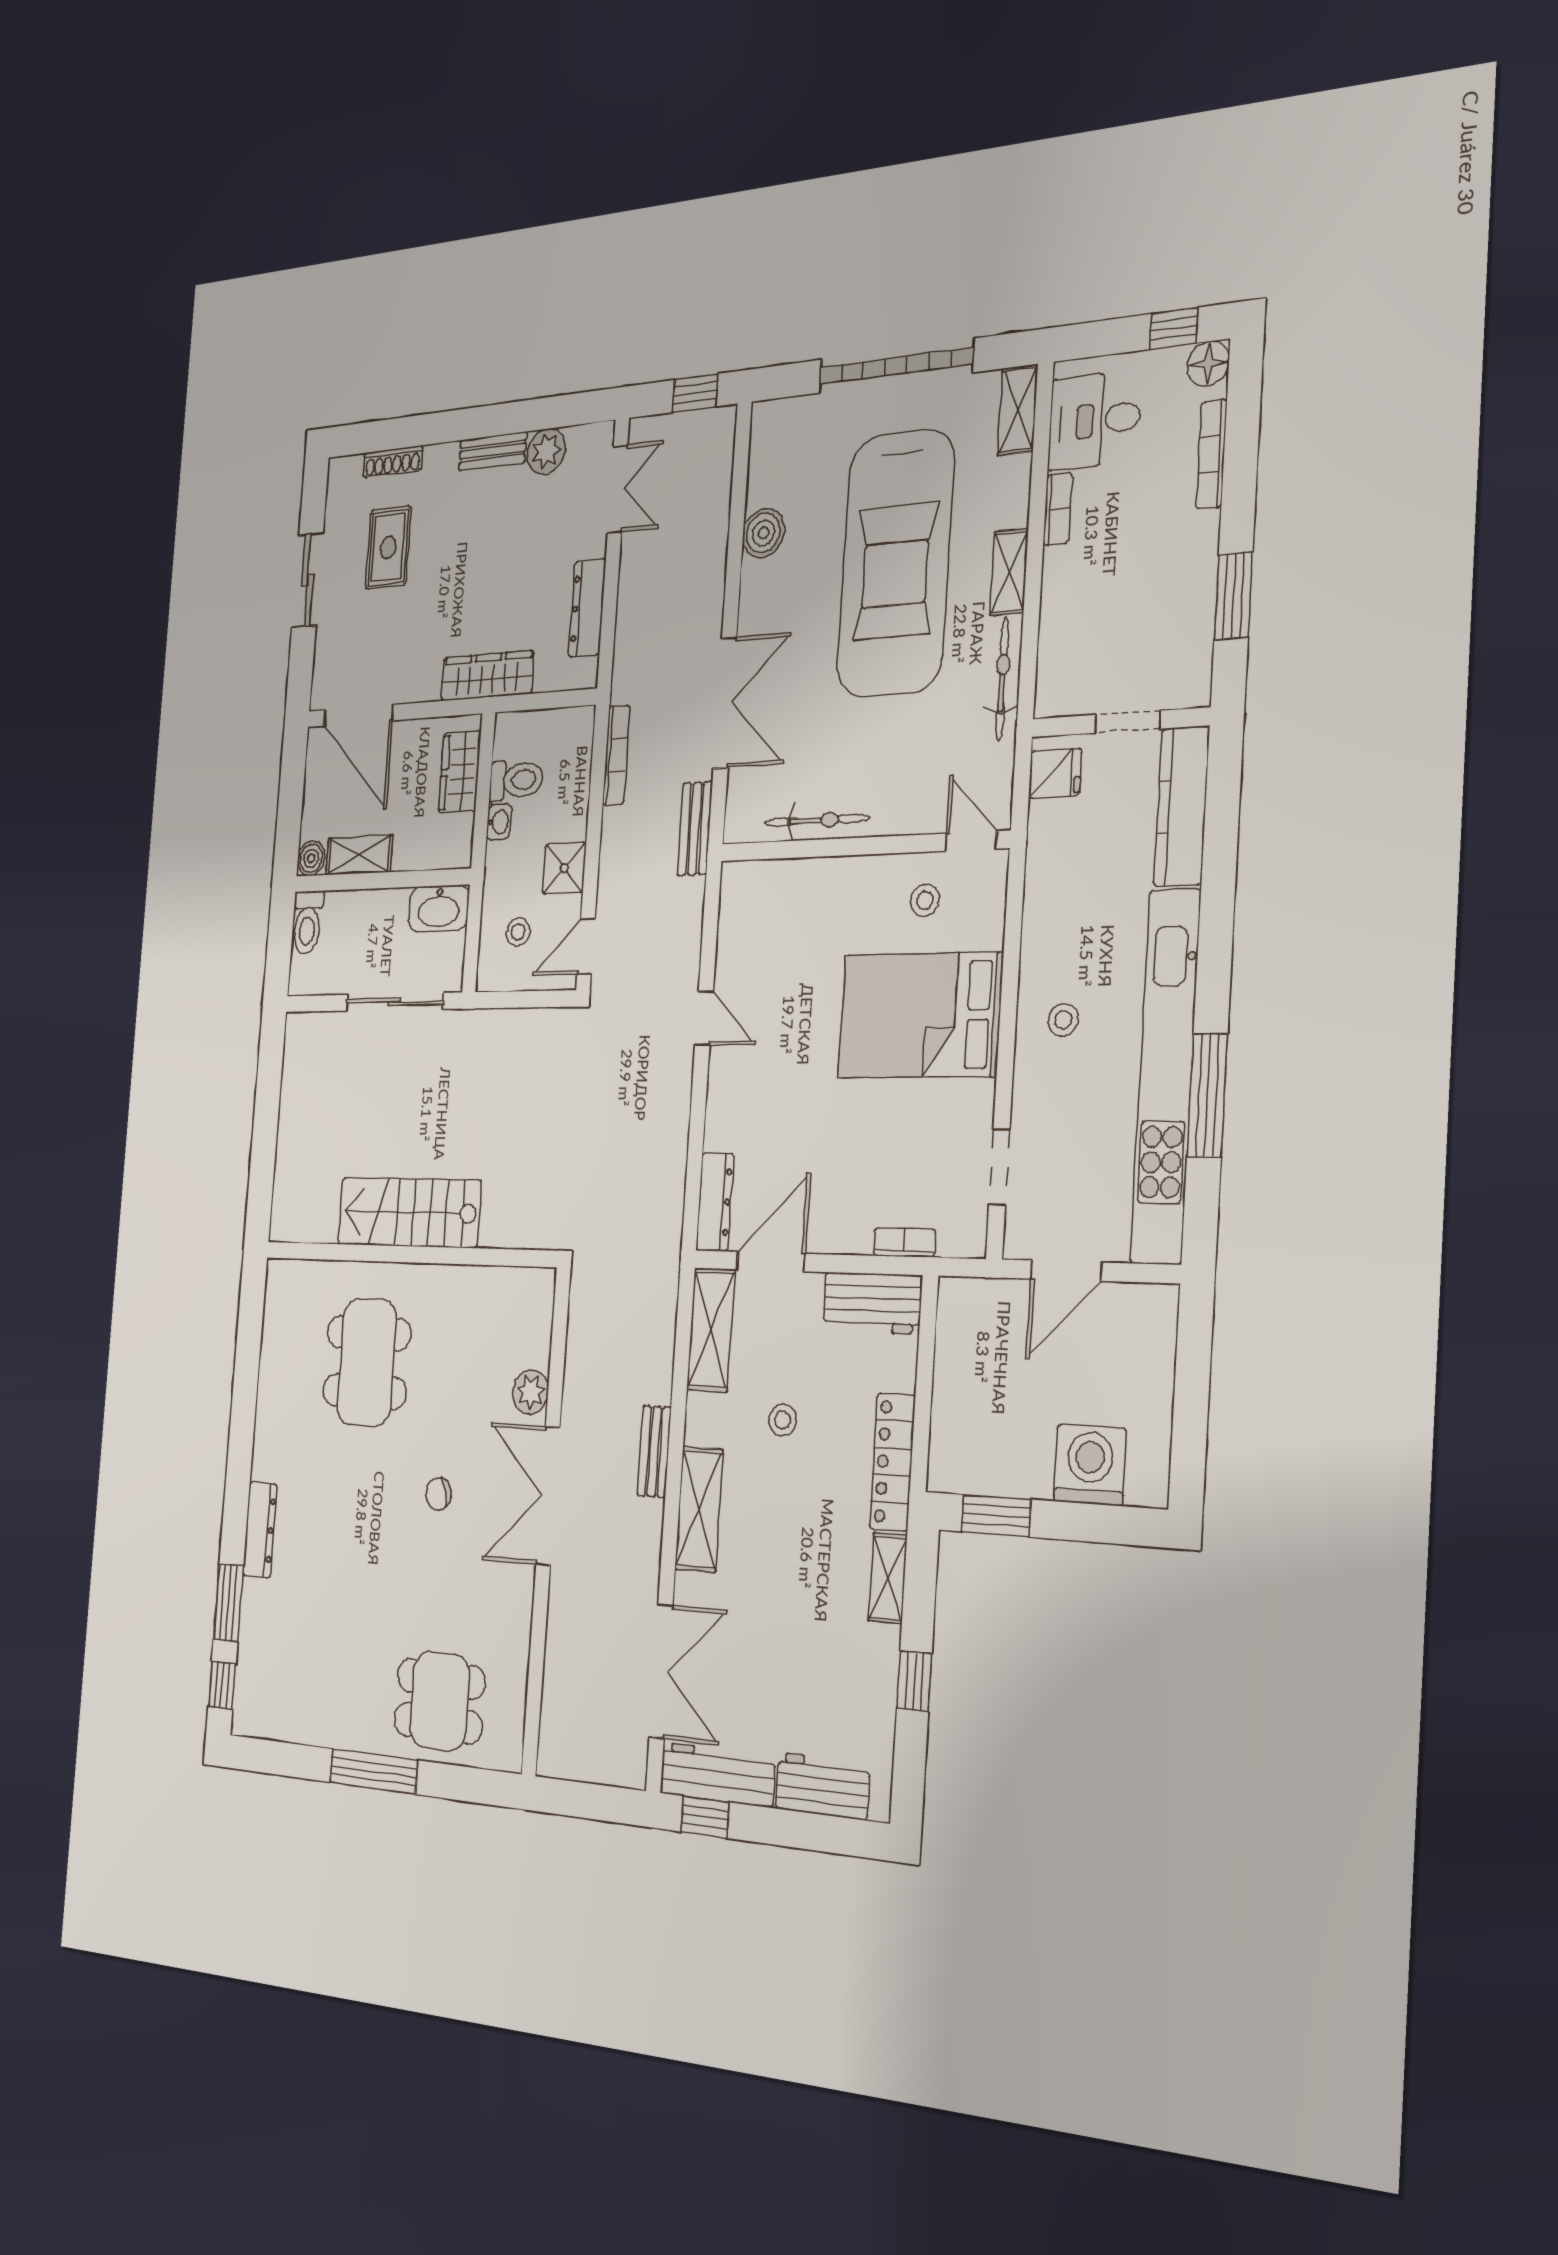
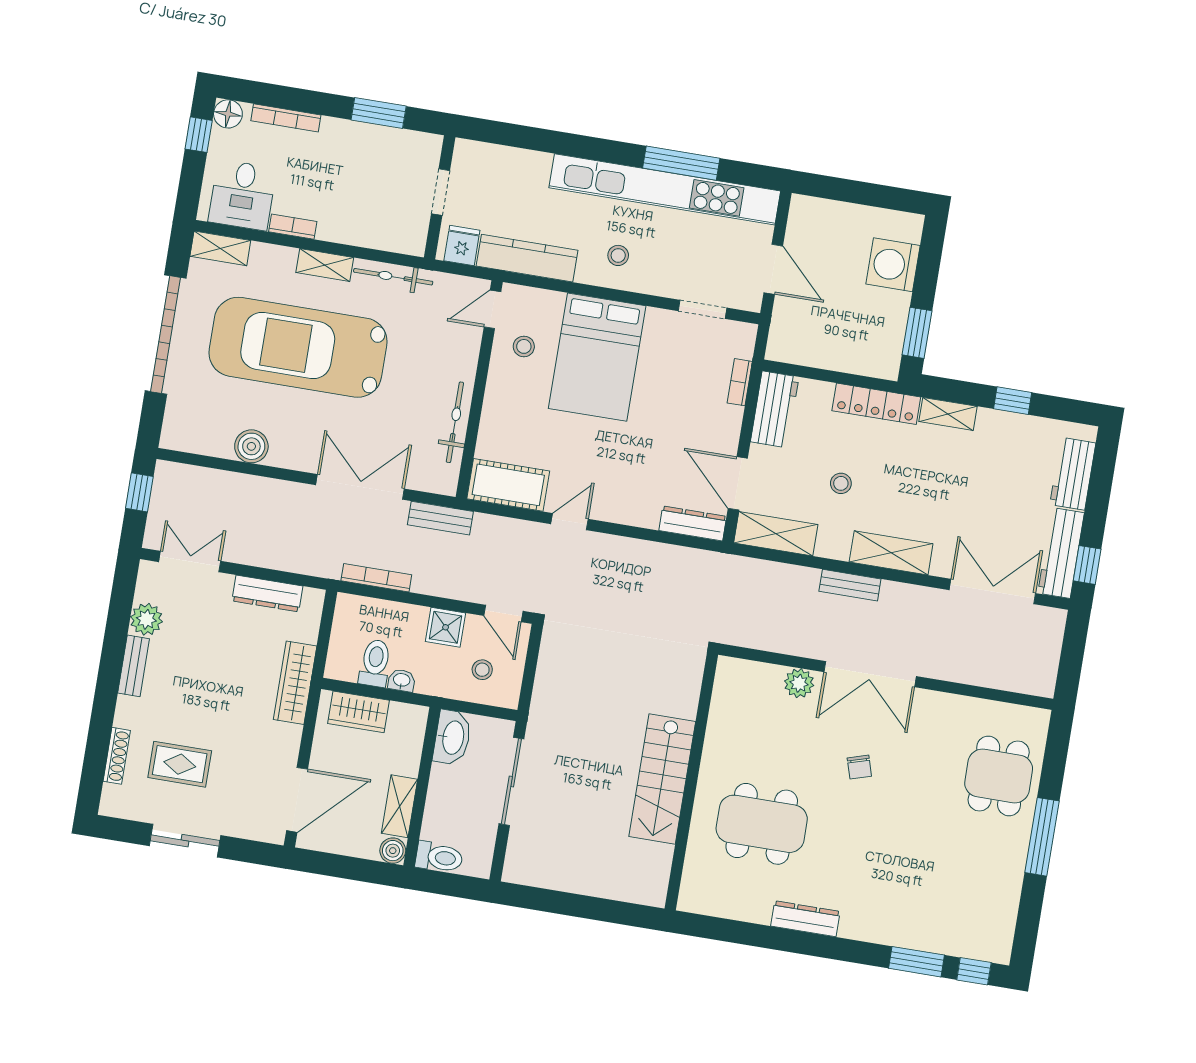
car: (896, 563) -> (298, 347), turned 180
kitchen counter: (1182, 807) -> (527, 258), moved, turned 180
cot: (743, 918) -> (508, 485), added
dresser: (260, 1530) -> (805, 919), moved

